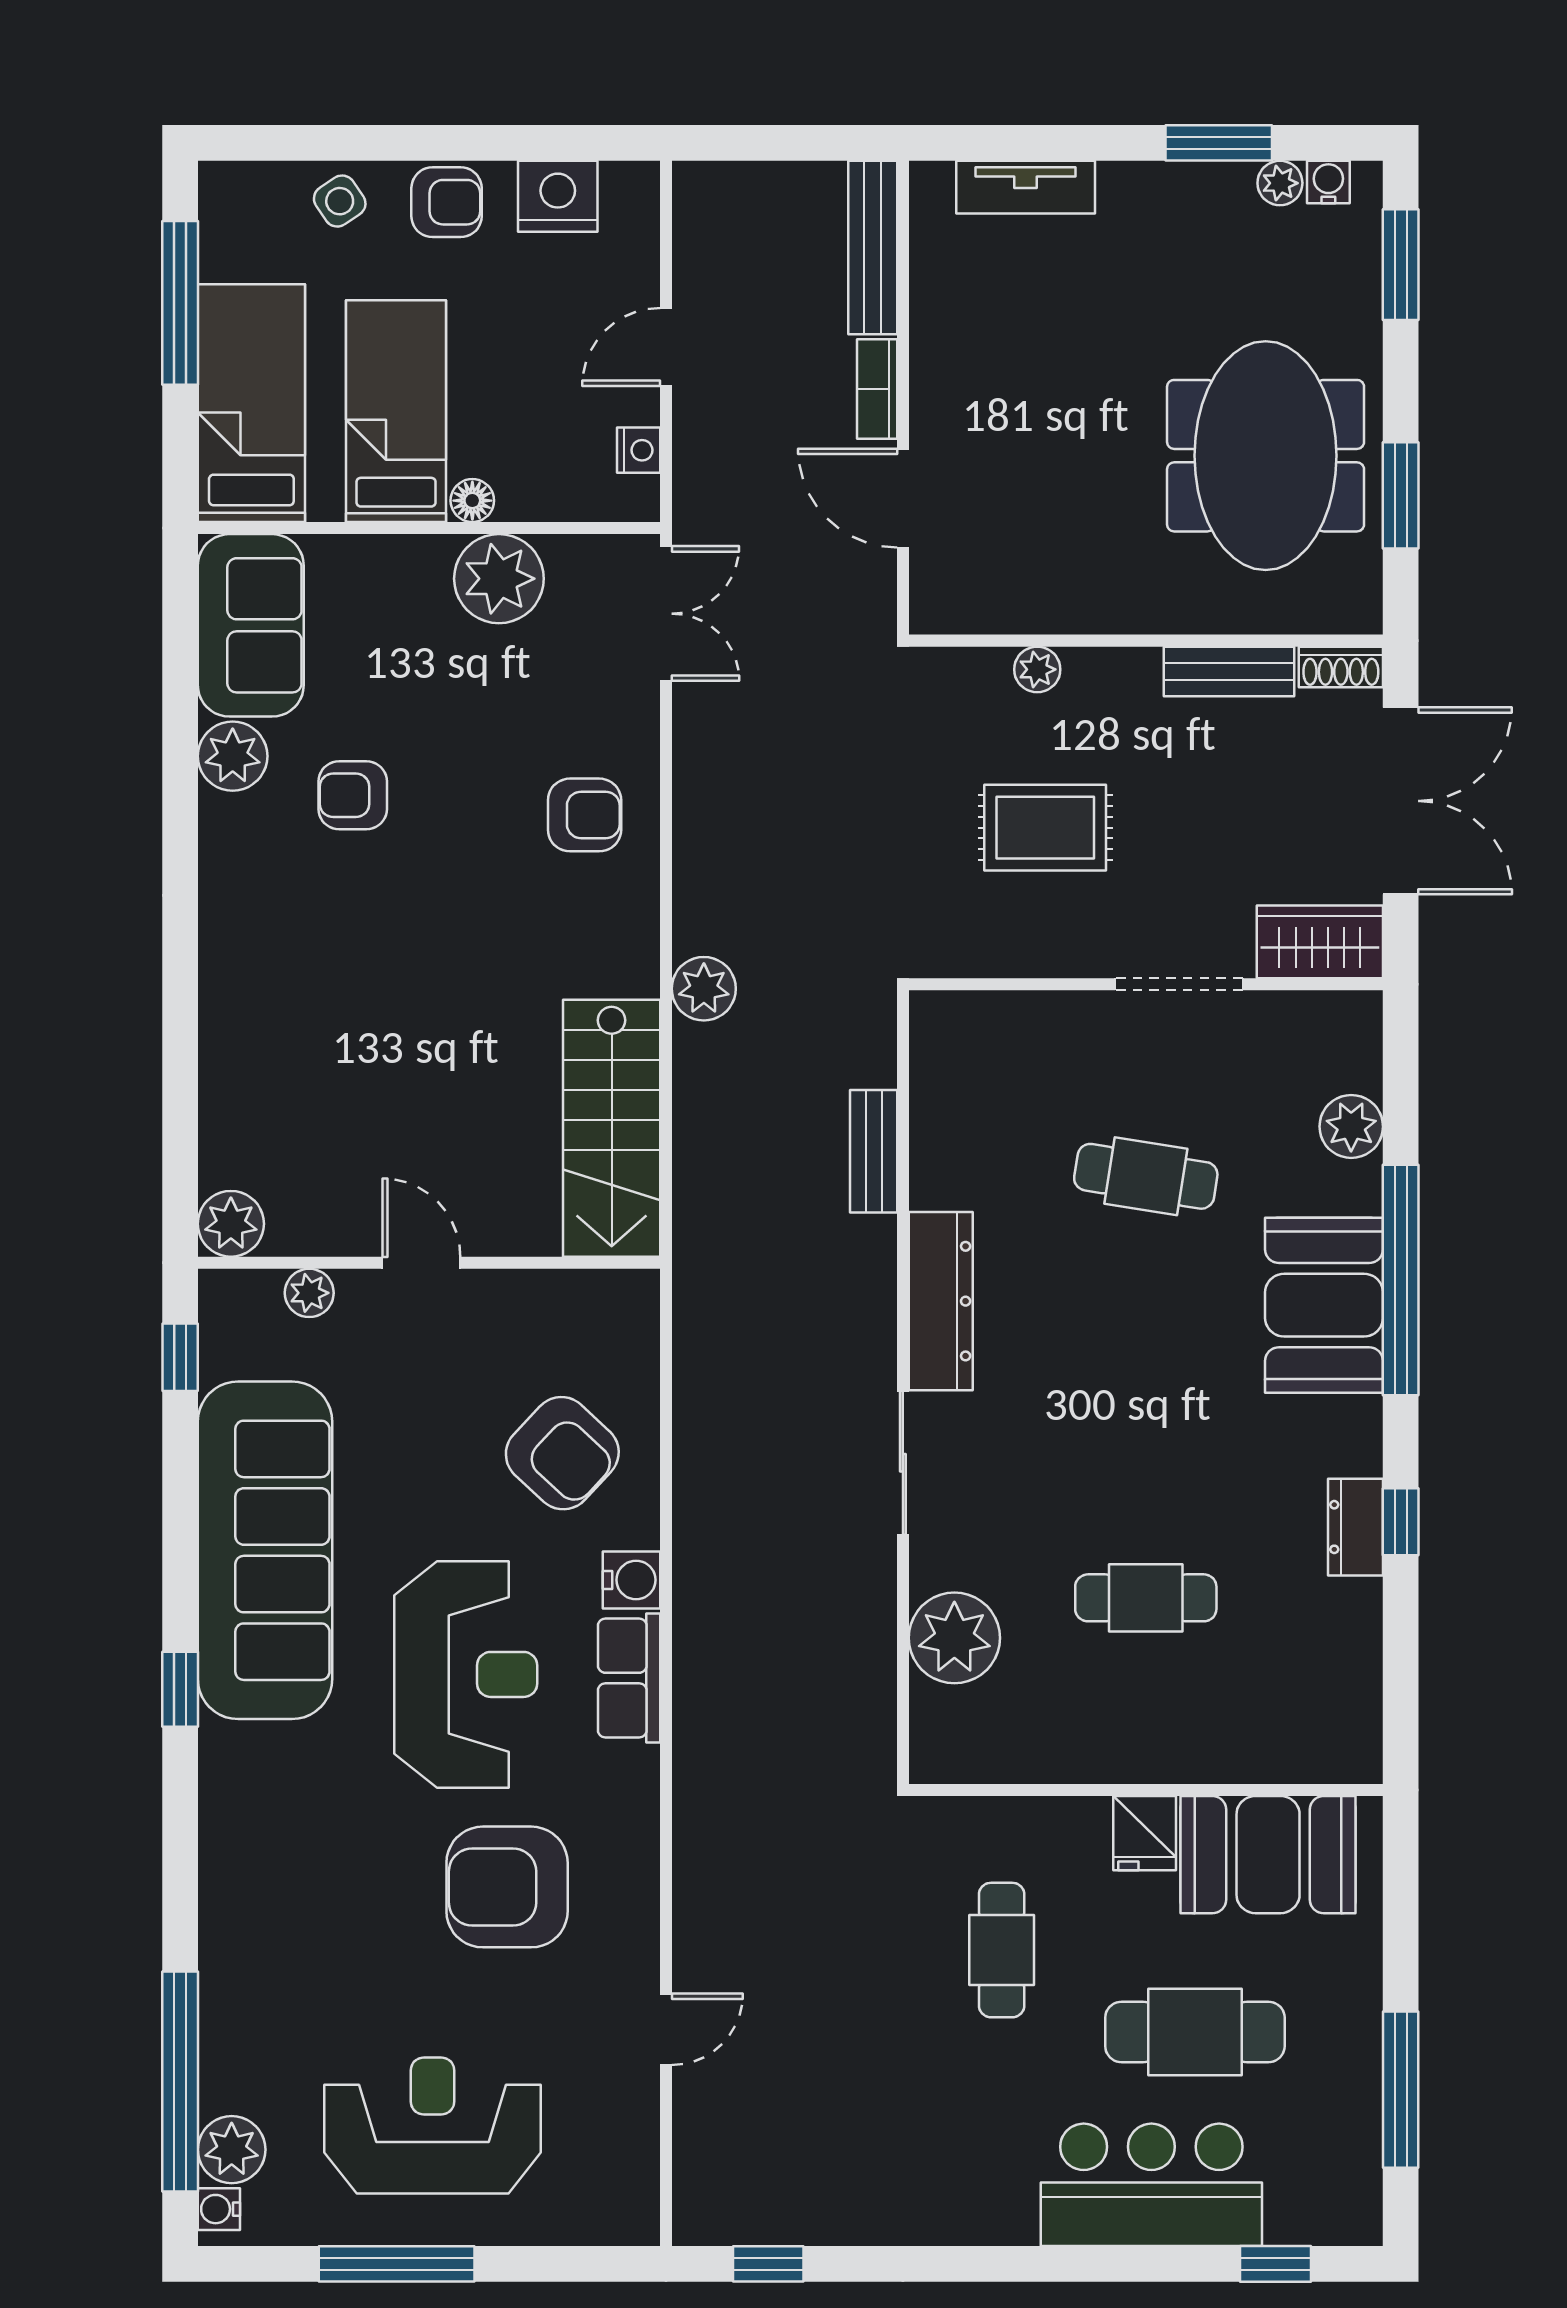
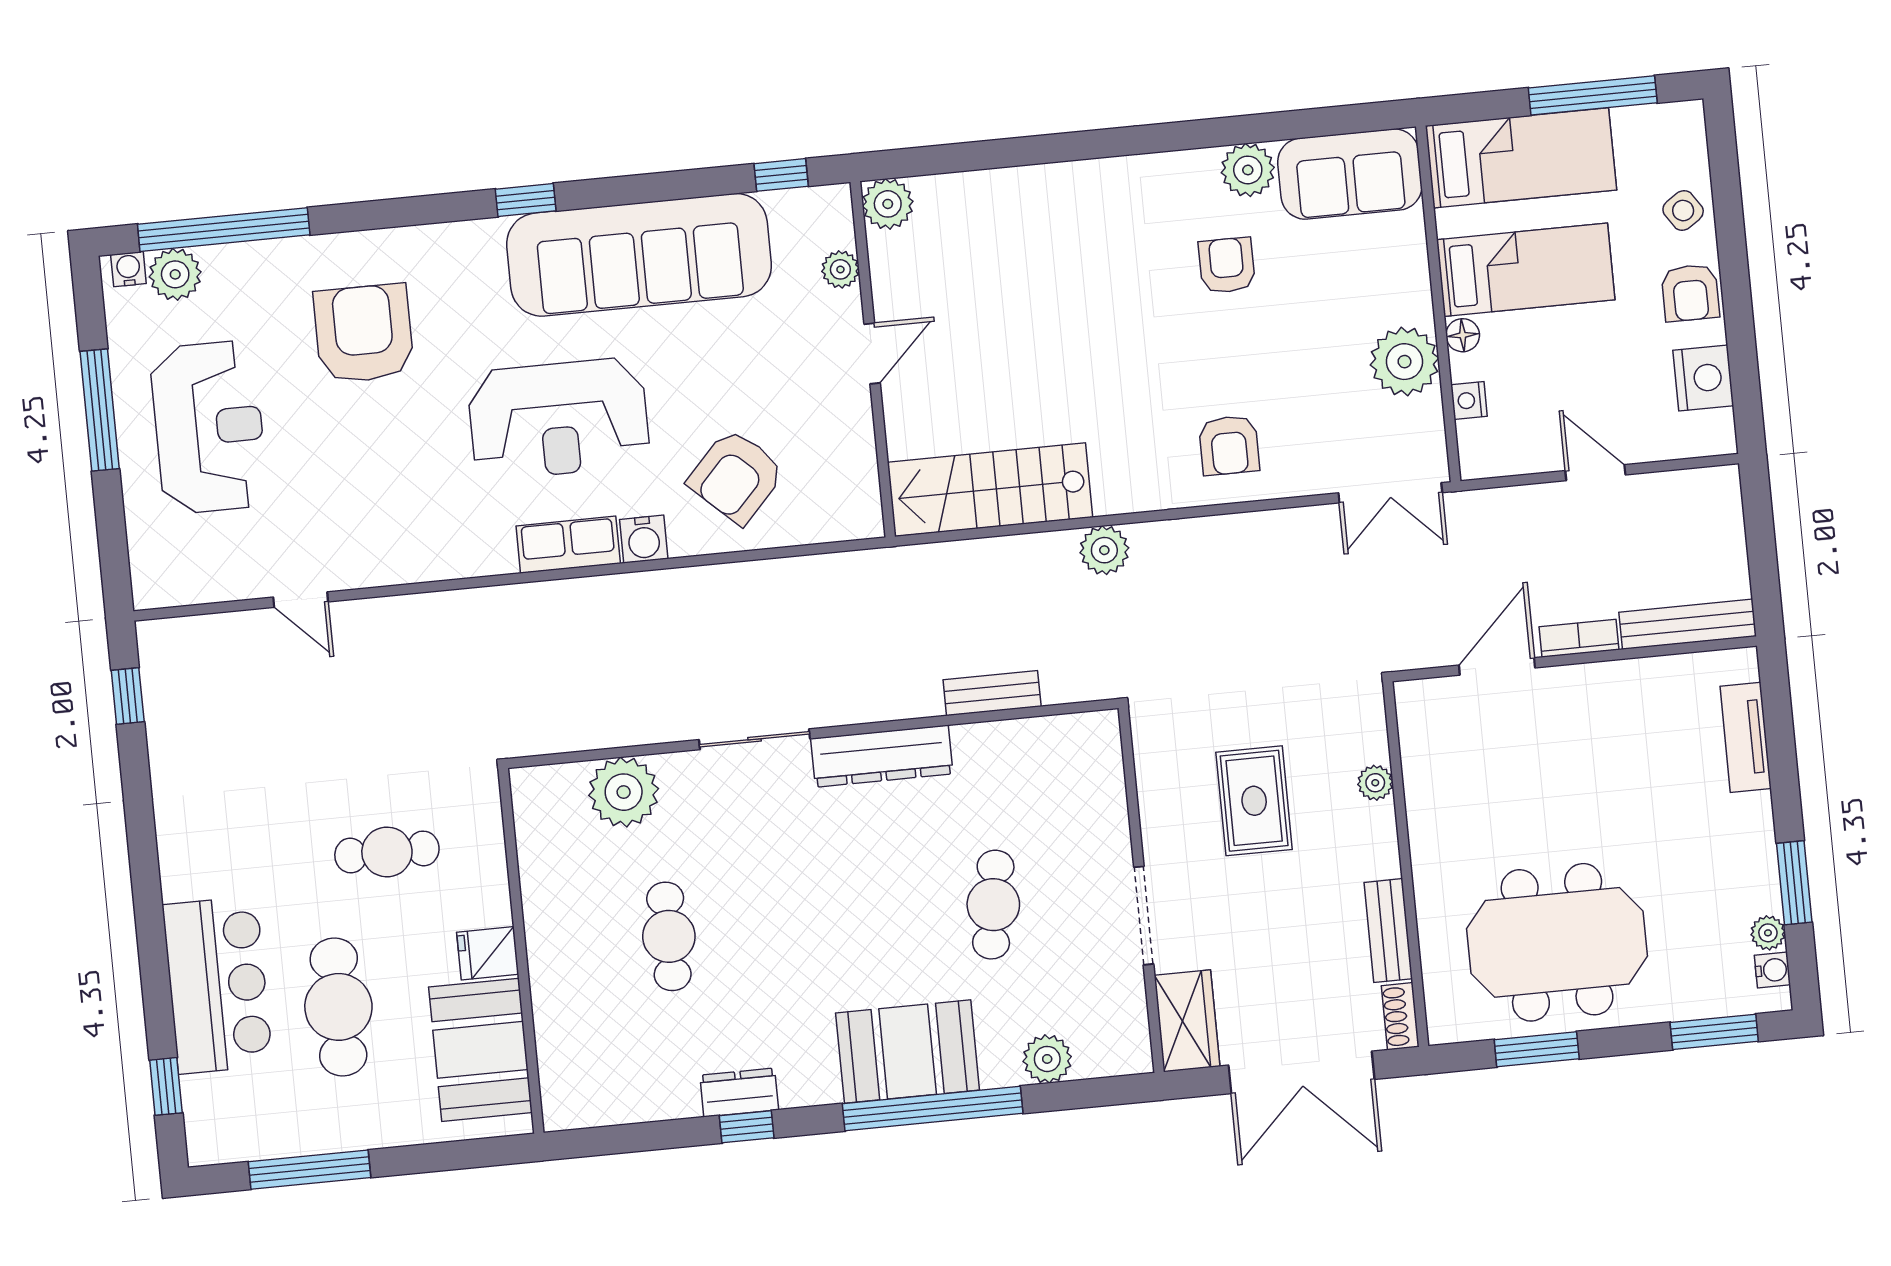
nightstand: (639, 450) -> (1469, 400), moved, turned 90
armchair: (507, 1887) -> (364, 333), moved

